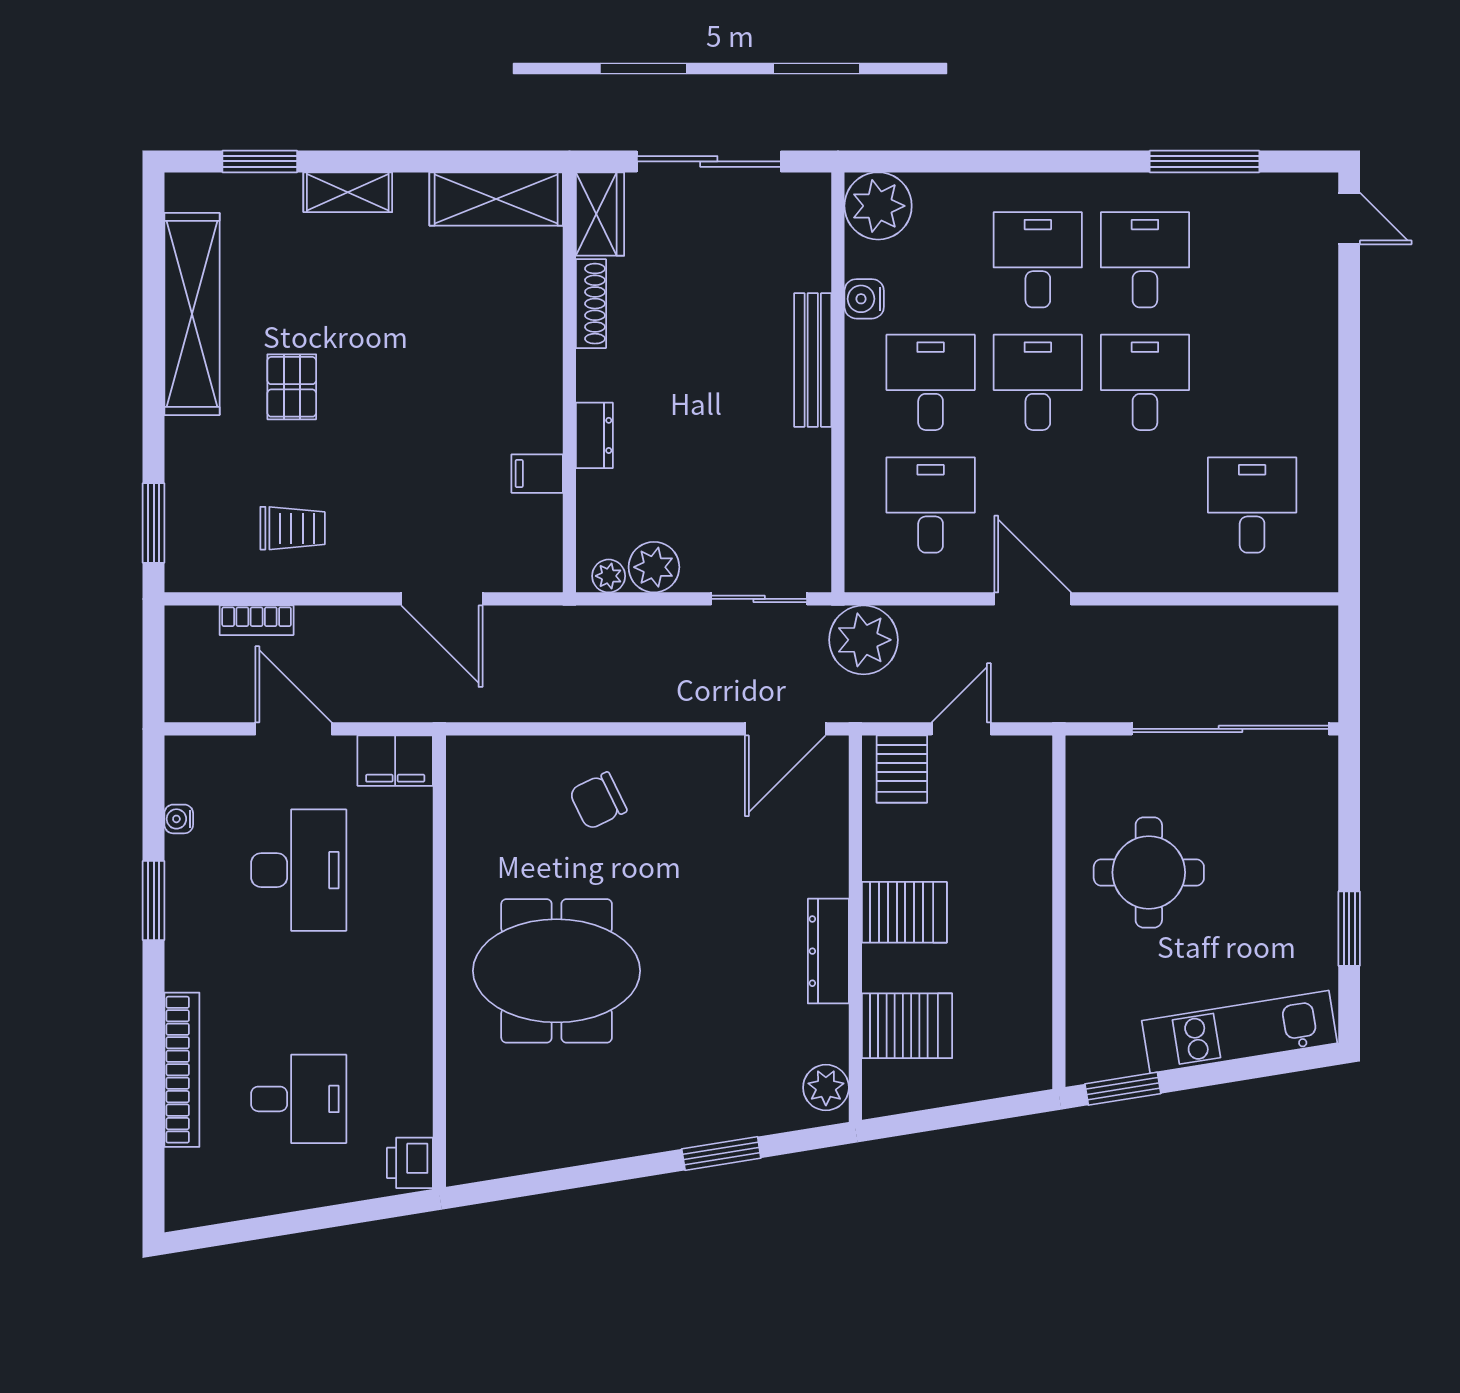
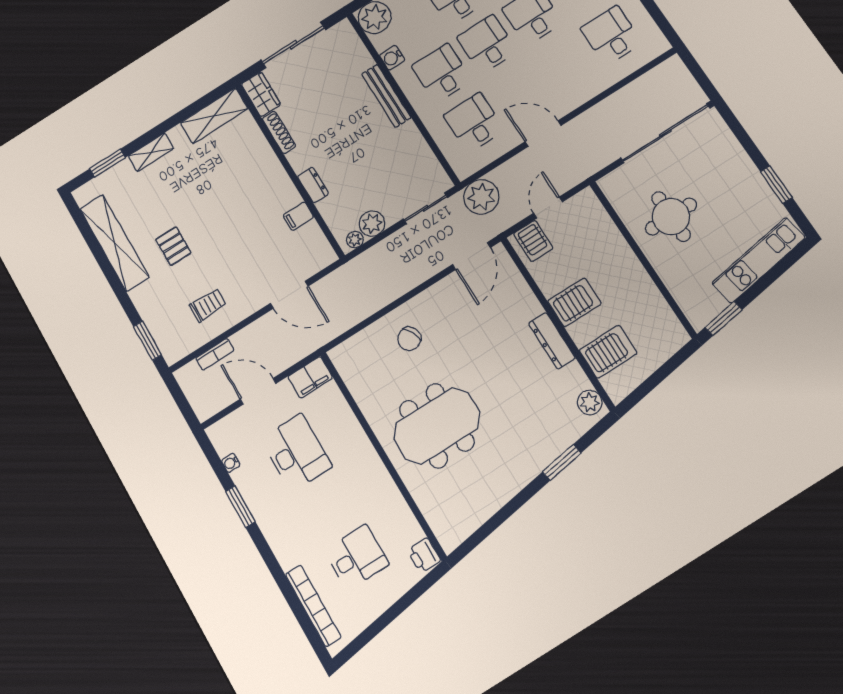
bookcase: (182, 1070) -> (313, 606), moved

